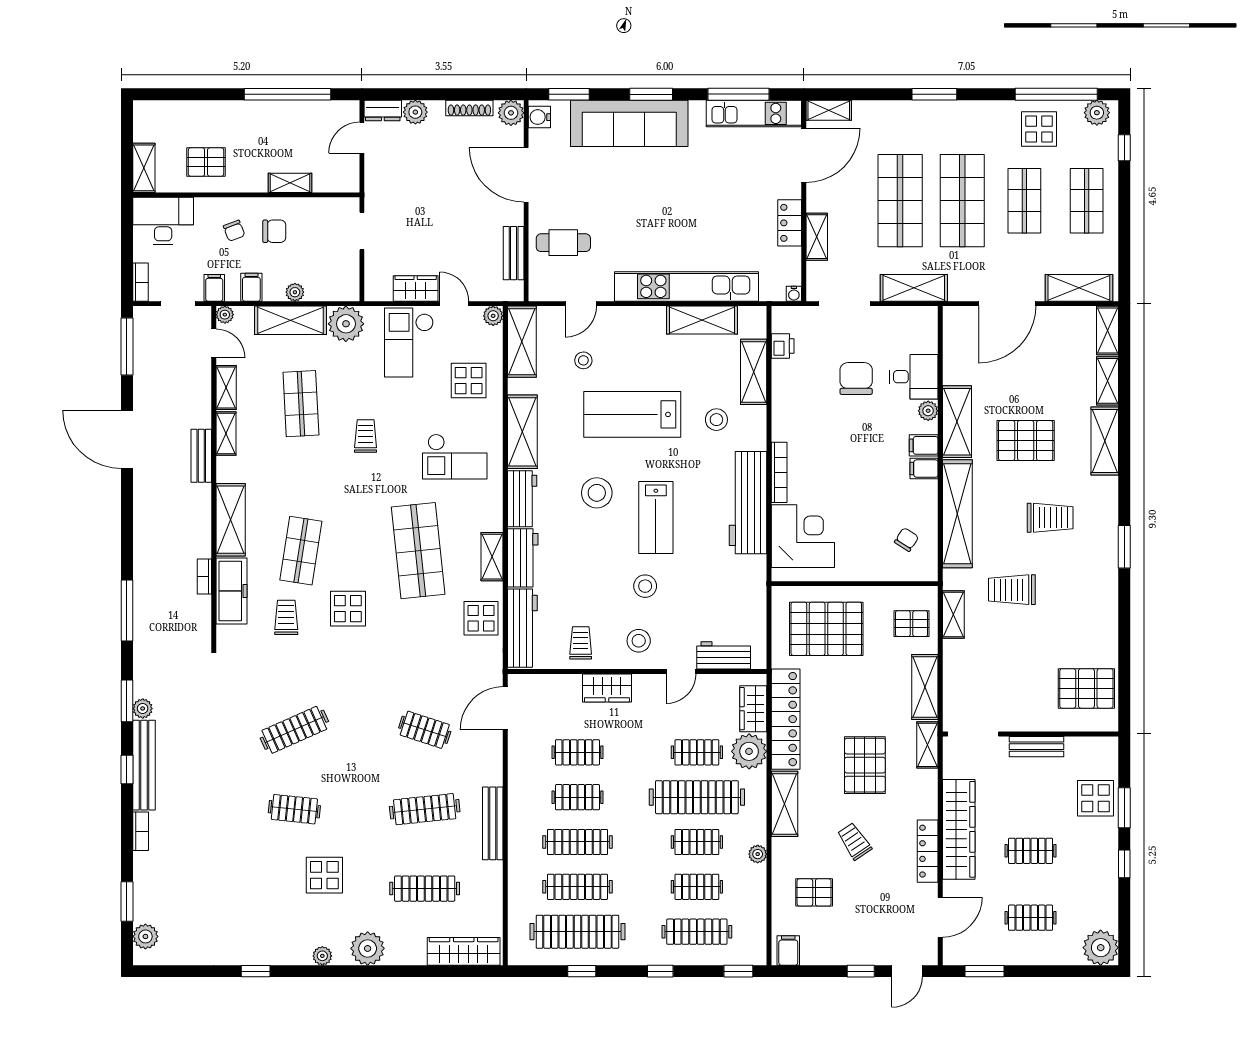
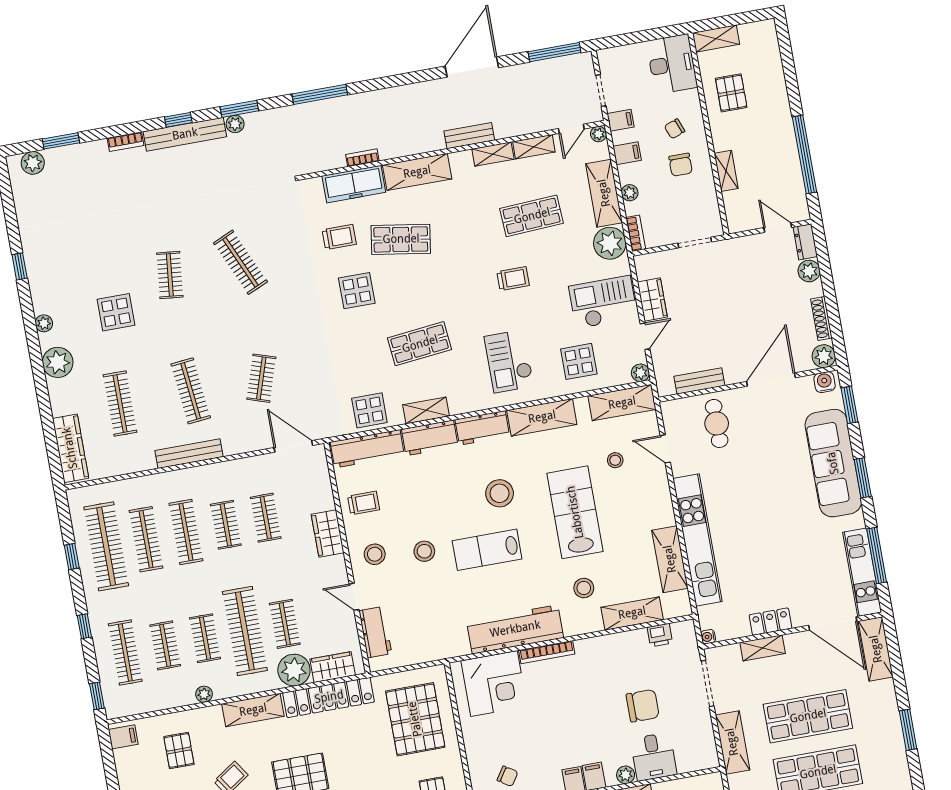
shelving: (829, 110) -> (876, 649), width x1.50, depth x1.33
bookcase: (140, 282) -> (636, 233), moved, turned -90
shop shelf: (418, 551) -> (420, 344), width x0.70, depth x0.74

